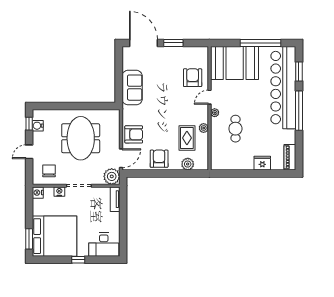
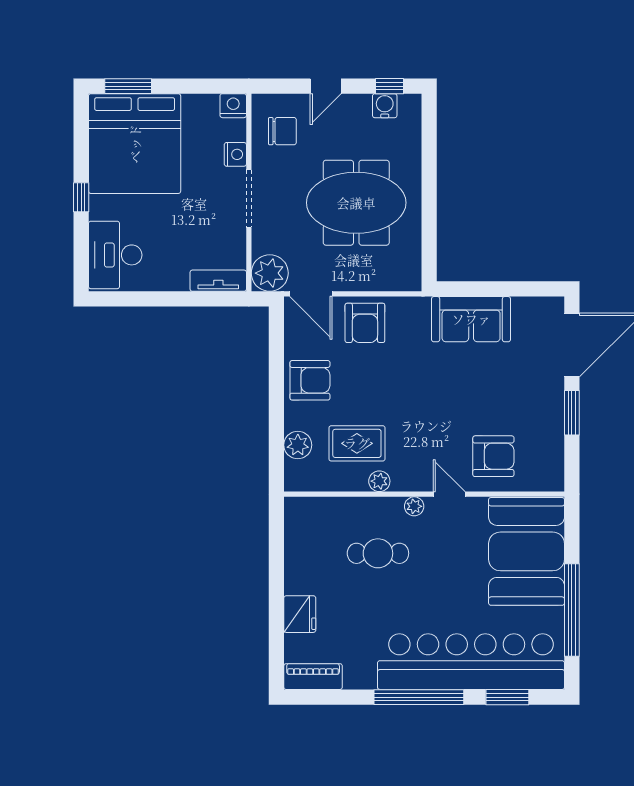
door: (29, 152) -> (326, 86), swing flipped

